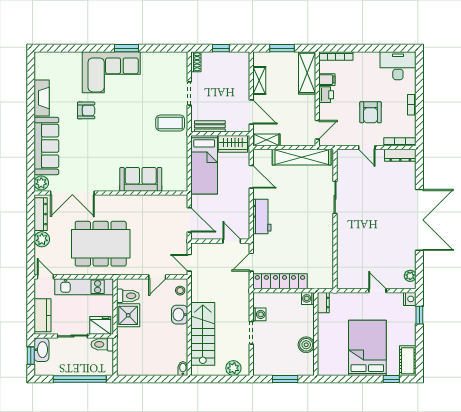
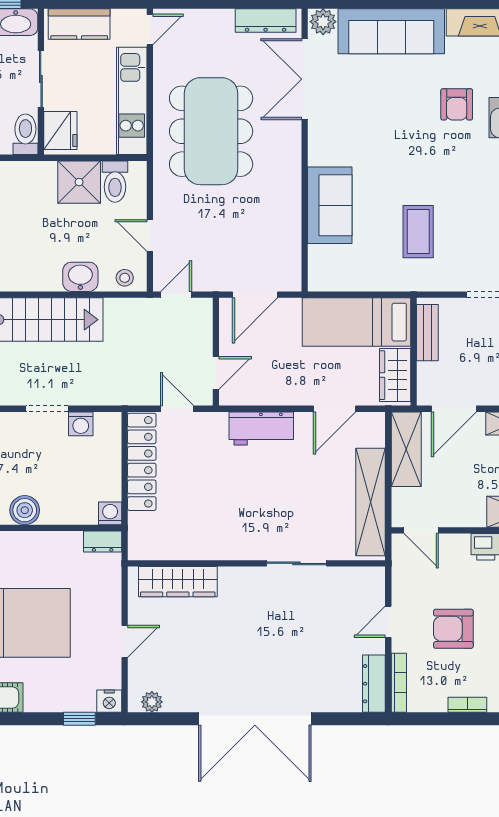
coffee table: (170, 123) -> (418, 232), moved
shelving: (266, 140) -> (406, 449), width x1.50, depth x1.33
plant: (42, 239) -> (219, 23), removed
wardrobe: (345, 262) -> (178, 582), added

